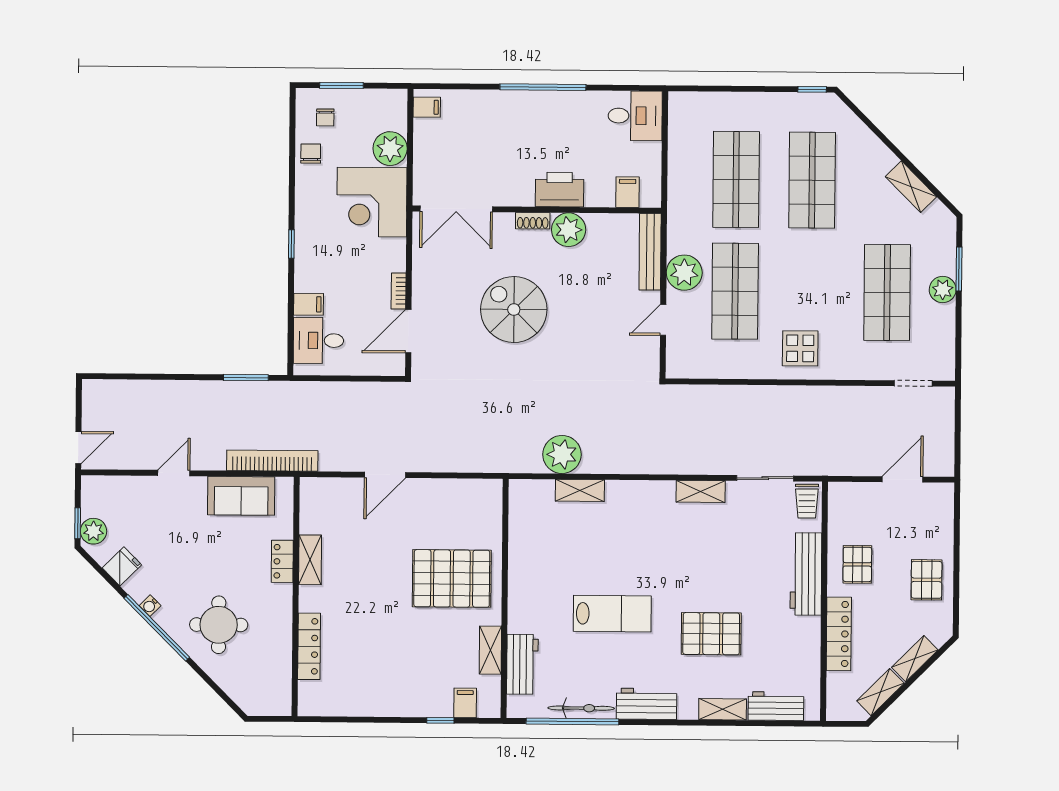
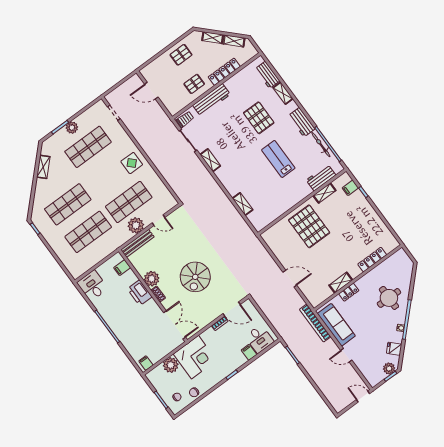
plant: (562, 454) -> (234, 220), removed
sofa: (241, 496) -> (336, 325), width x1.36

